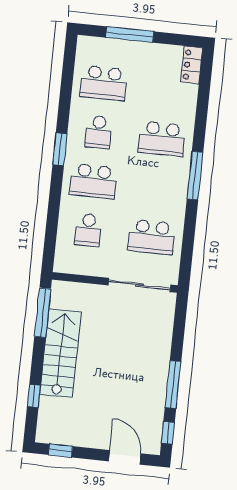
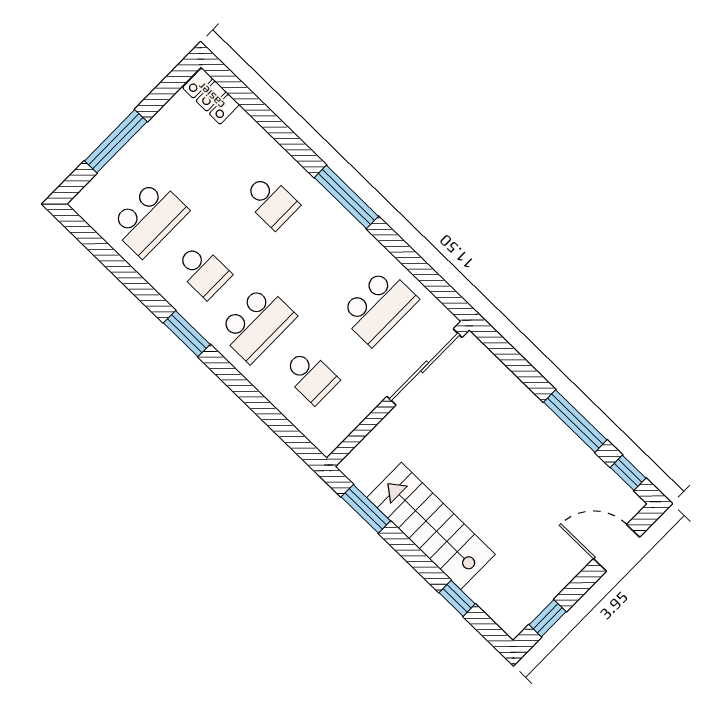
school desk: (162, 139) -> (271, 201), width x0.54
window: (43, 313) -> (366, 509), width x0.69

